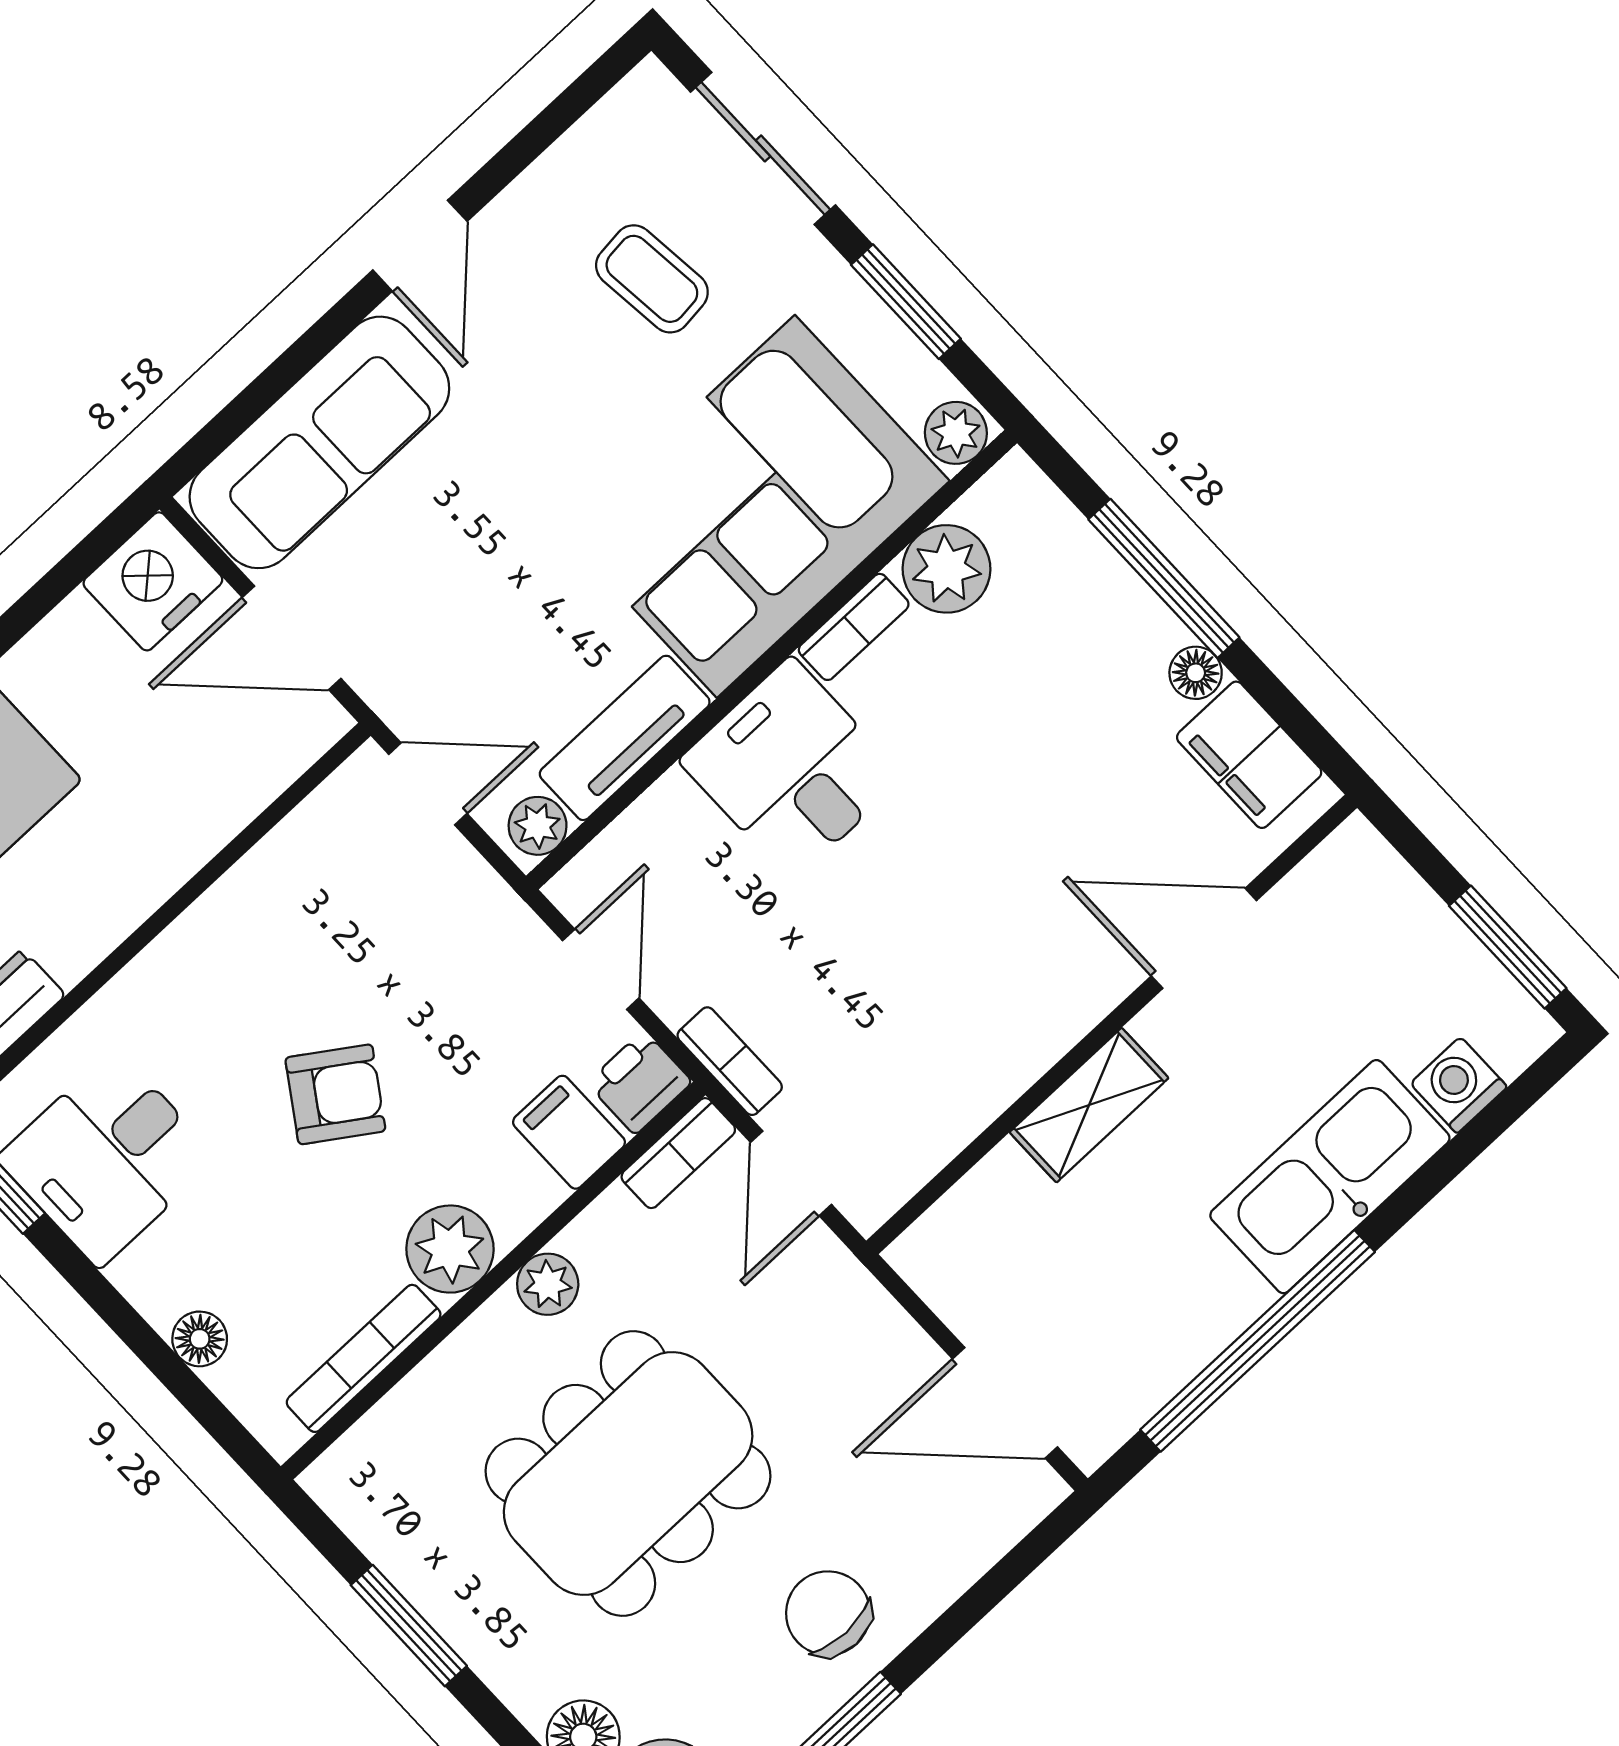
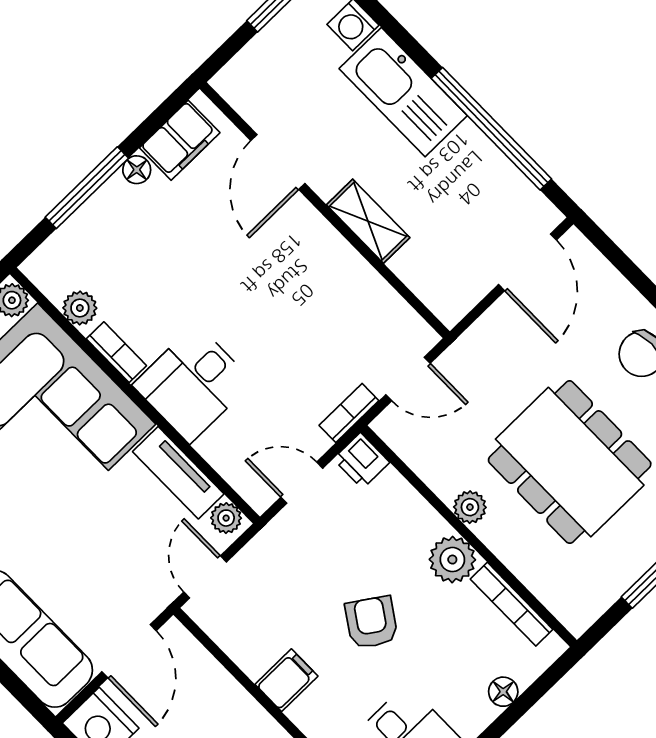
plant: (946, 569) -> (80, 308), width x0.73, depth x0.73
filing cabinet: (569, 1132) -> (286, 680), moved, turned 180
bookcase: (678, 1153) -> (399, 439), removed

